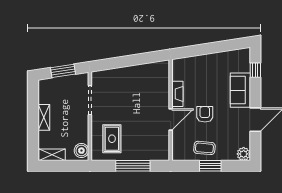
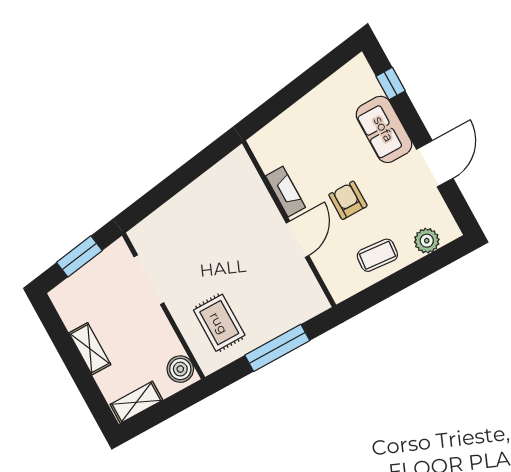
plant: (244, 154) -> (427, 241), moved
window: (210, 166) -> (403, 279), removed

